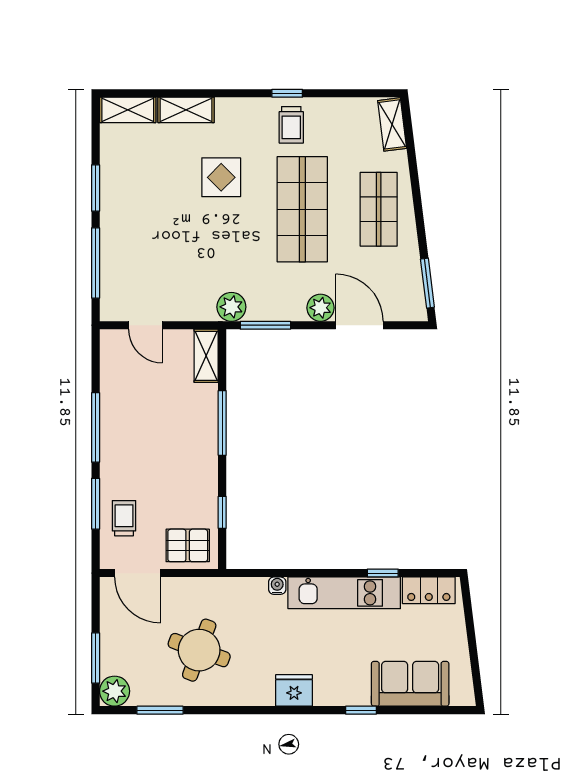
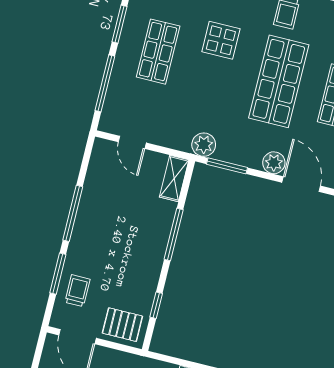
shop shelf: (150, 209) -> (158, 52), added

